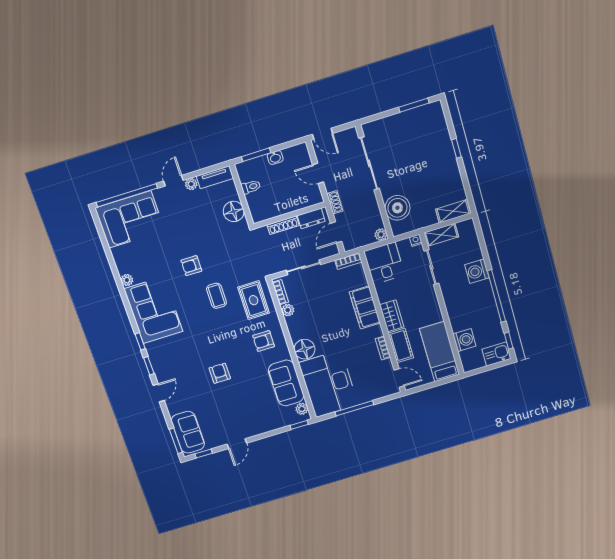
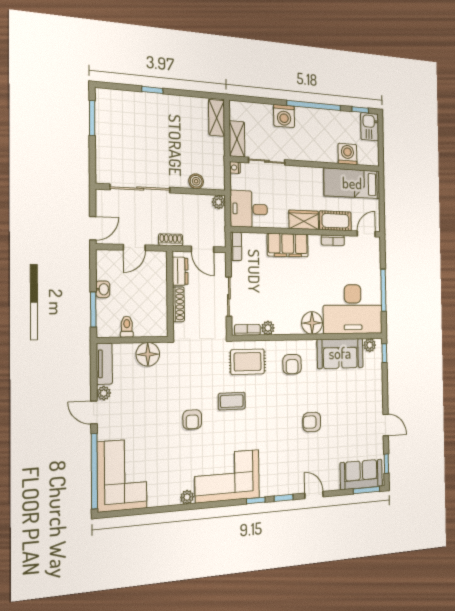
boiler: (397, 208) -> (196, 181), width x0.54, depth x0.54

